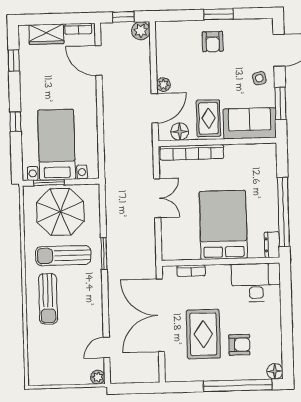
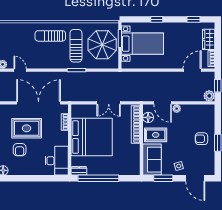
bed: (223, 225) -> (92, 137), width x1.36

